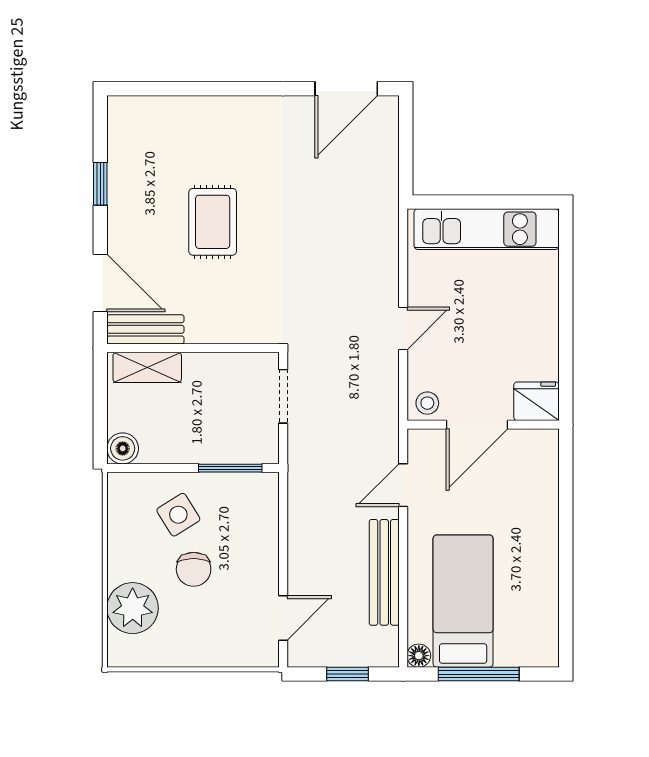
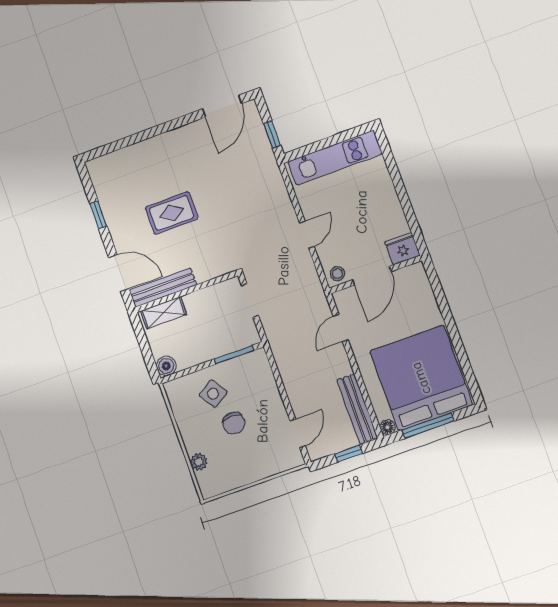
window: (406, 159) -> (272, 134), added
rug: (213, 222) -> (172, 213), turned 90
bench: (145, 329) -> (163, 288), width x1.36
bench: (384, 572) -> (357, 409), moved
bed: (463, 601) -> (421, 378), width x2.04
plant: (133, 608) -> (199, 462), width x0.53, depth x0.53

